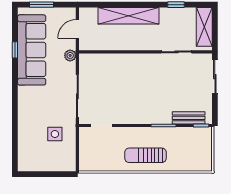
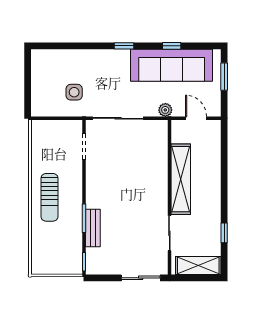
shelving: (128, 16) -> (181, 179), moved
window: (15, 91) -> (124, 46), added
bench: (189, 118) -> (93, 228), moved
sun lounger: (145, 155) -> (49, 197), turned 180

